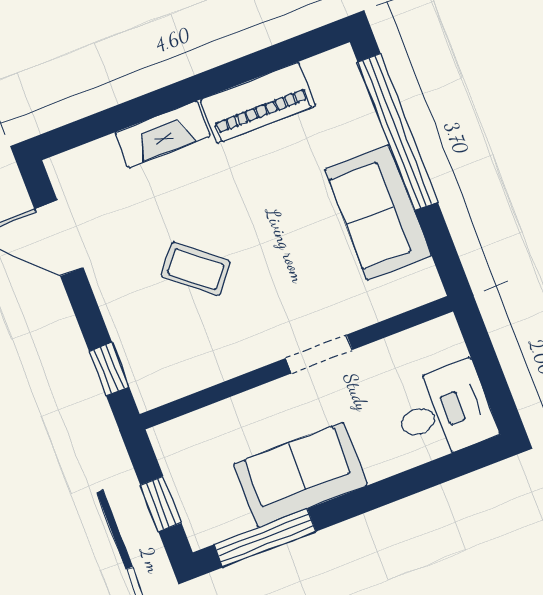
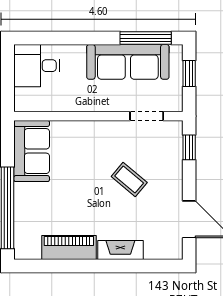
sofa: (378, 212) -> (32, 151), moved
doorway: (319, 354) -> (147, 116), moved
sofa: (300, 475) -> (128, 62), width x1.36

